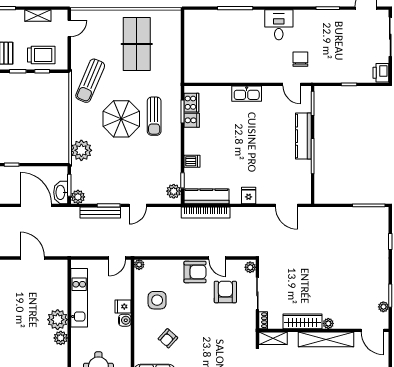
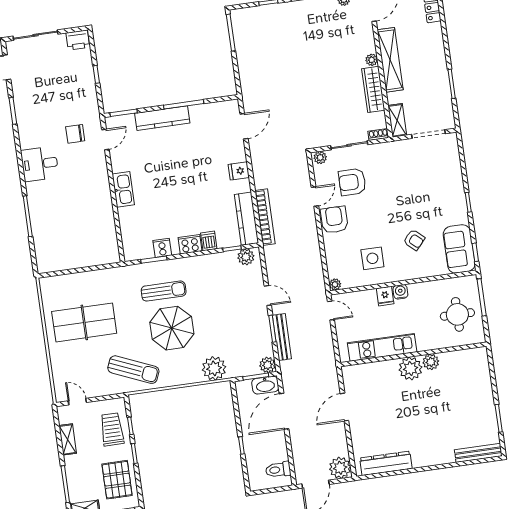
cooker: (191, 103) -> (190, 244), moved

